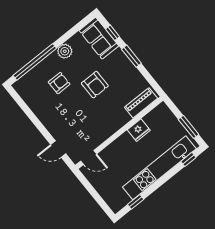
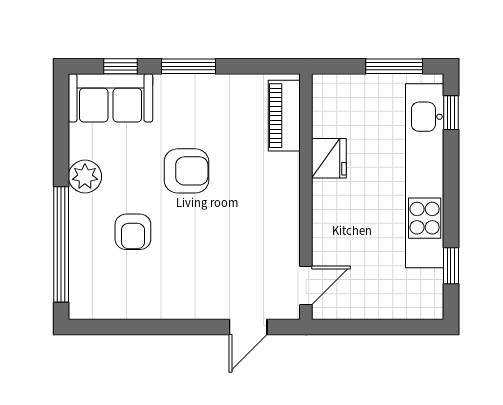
armchair: (59, 83) -> (133, 232), turned 180

